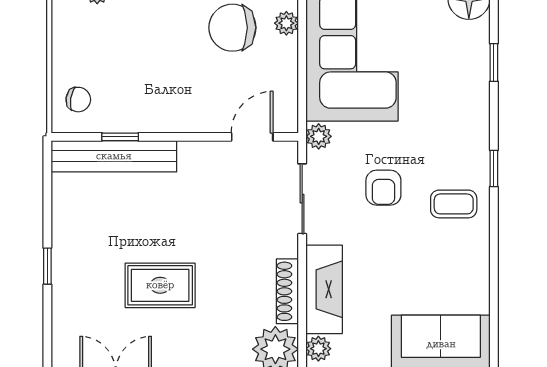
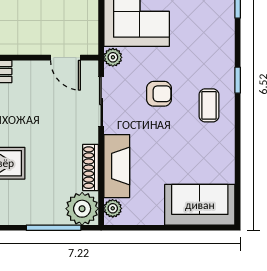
door: (252, 137) -> (65, 58), swing flipped
armchair: (383, 188) -> (159, 94), turned -90
coffee table: (454, 204) -> (209, 105), turned 90

